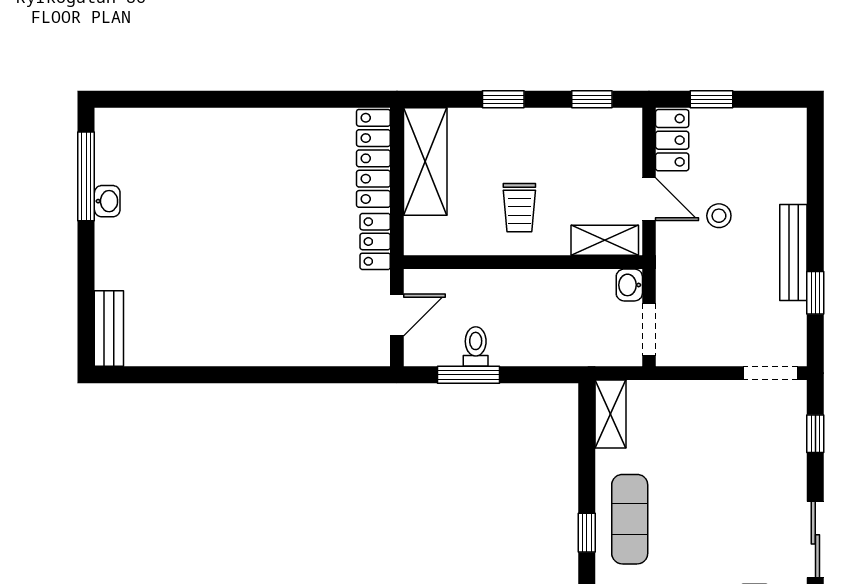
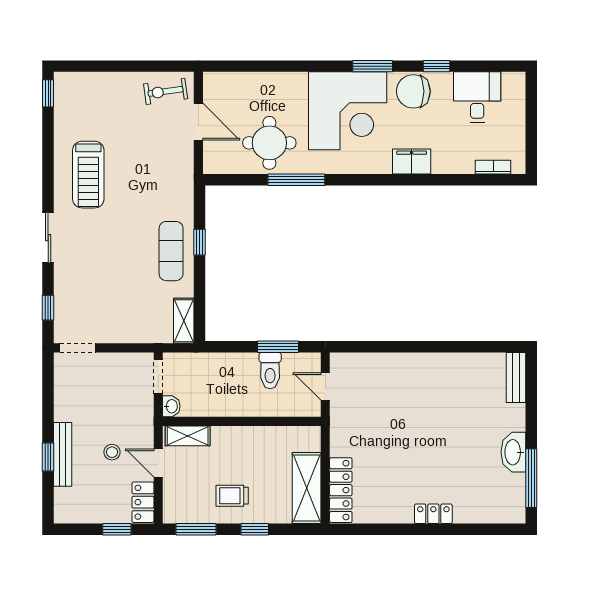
window: (592, 99) -> (196, 529), width x1.50
washbasin: (107, 201) -> (513, 452), width x1.91, depth x1.45
trolley: (519, 208) -> (232, 496), moved, turned -90
locker: (375, 242) -> (433, 514), moved, turned -90
bench: (793, 253) -> (63, 454), moved
window: (815, 293) -> (48, 457), moved
door: (397, 315) -> (325, 386), hinge flipped
toilet: (476, 347) -> (270, 371), width x1.37, depth x1.39

